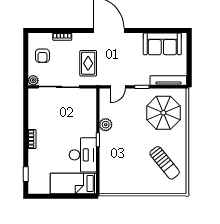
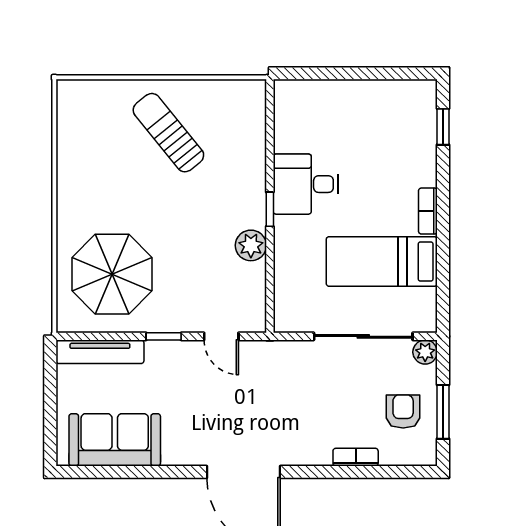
window: (26, 56) -> (443, 412), added
rug: (88, 63) -> (293, 393), removed
door: (118, 87) -> (221, 336), swing flipped
desk: (83, 155) -> (306, 184), width x0.73
sun lounger: (165, 163) -> (168, 133), moved
bed: (73, 183) -> (382, 261), moved, turned 180

